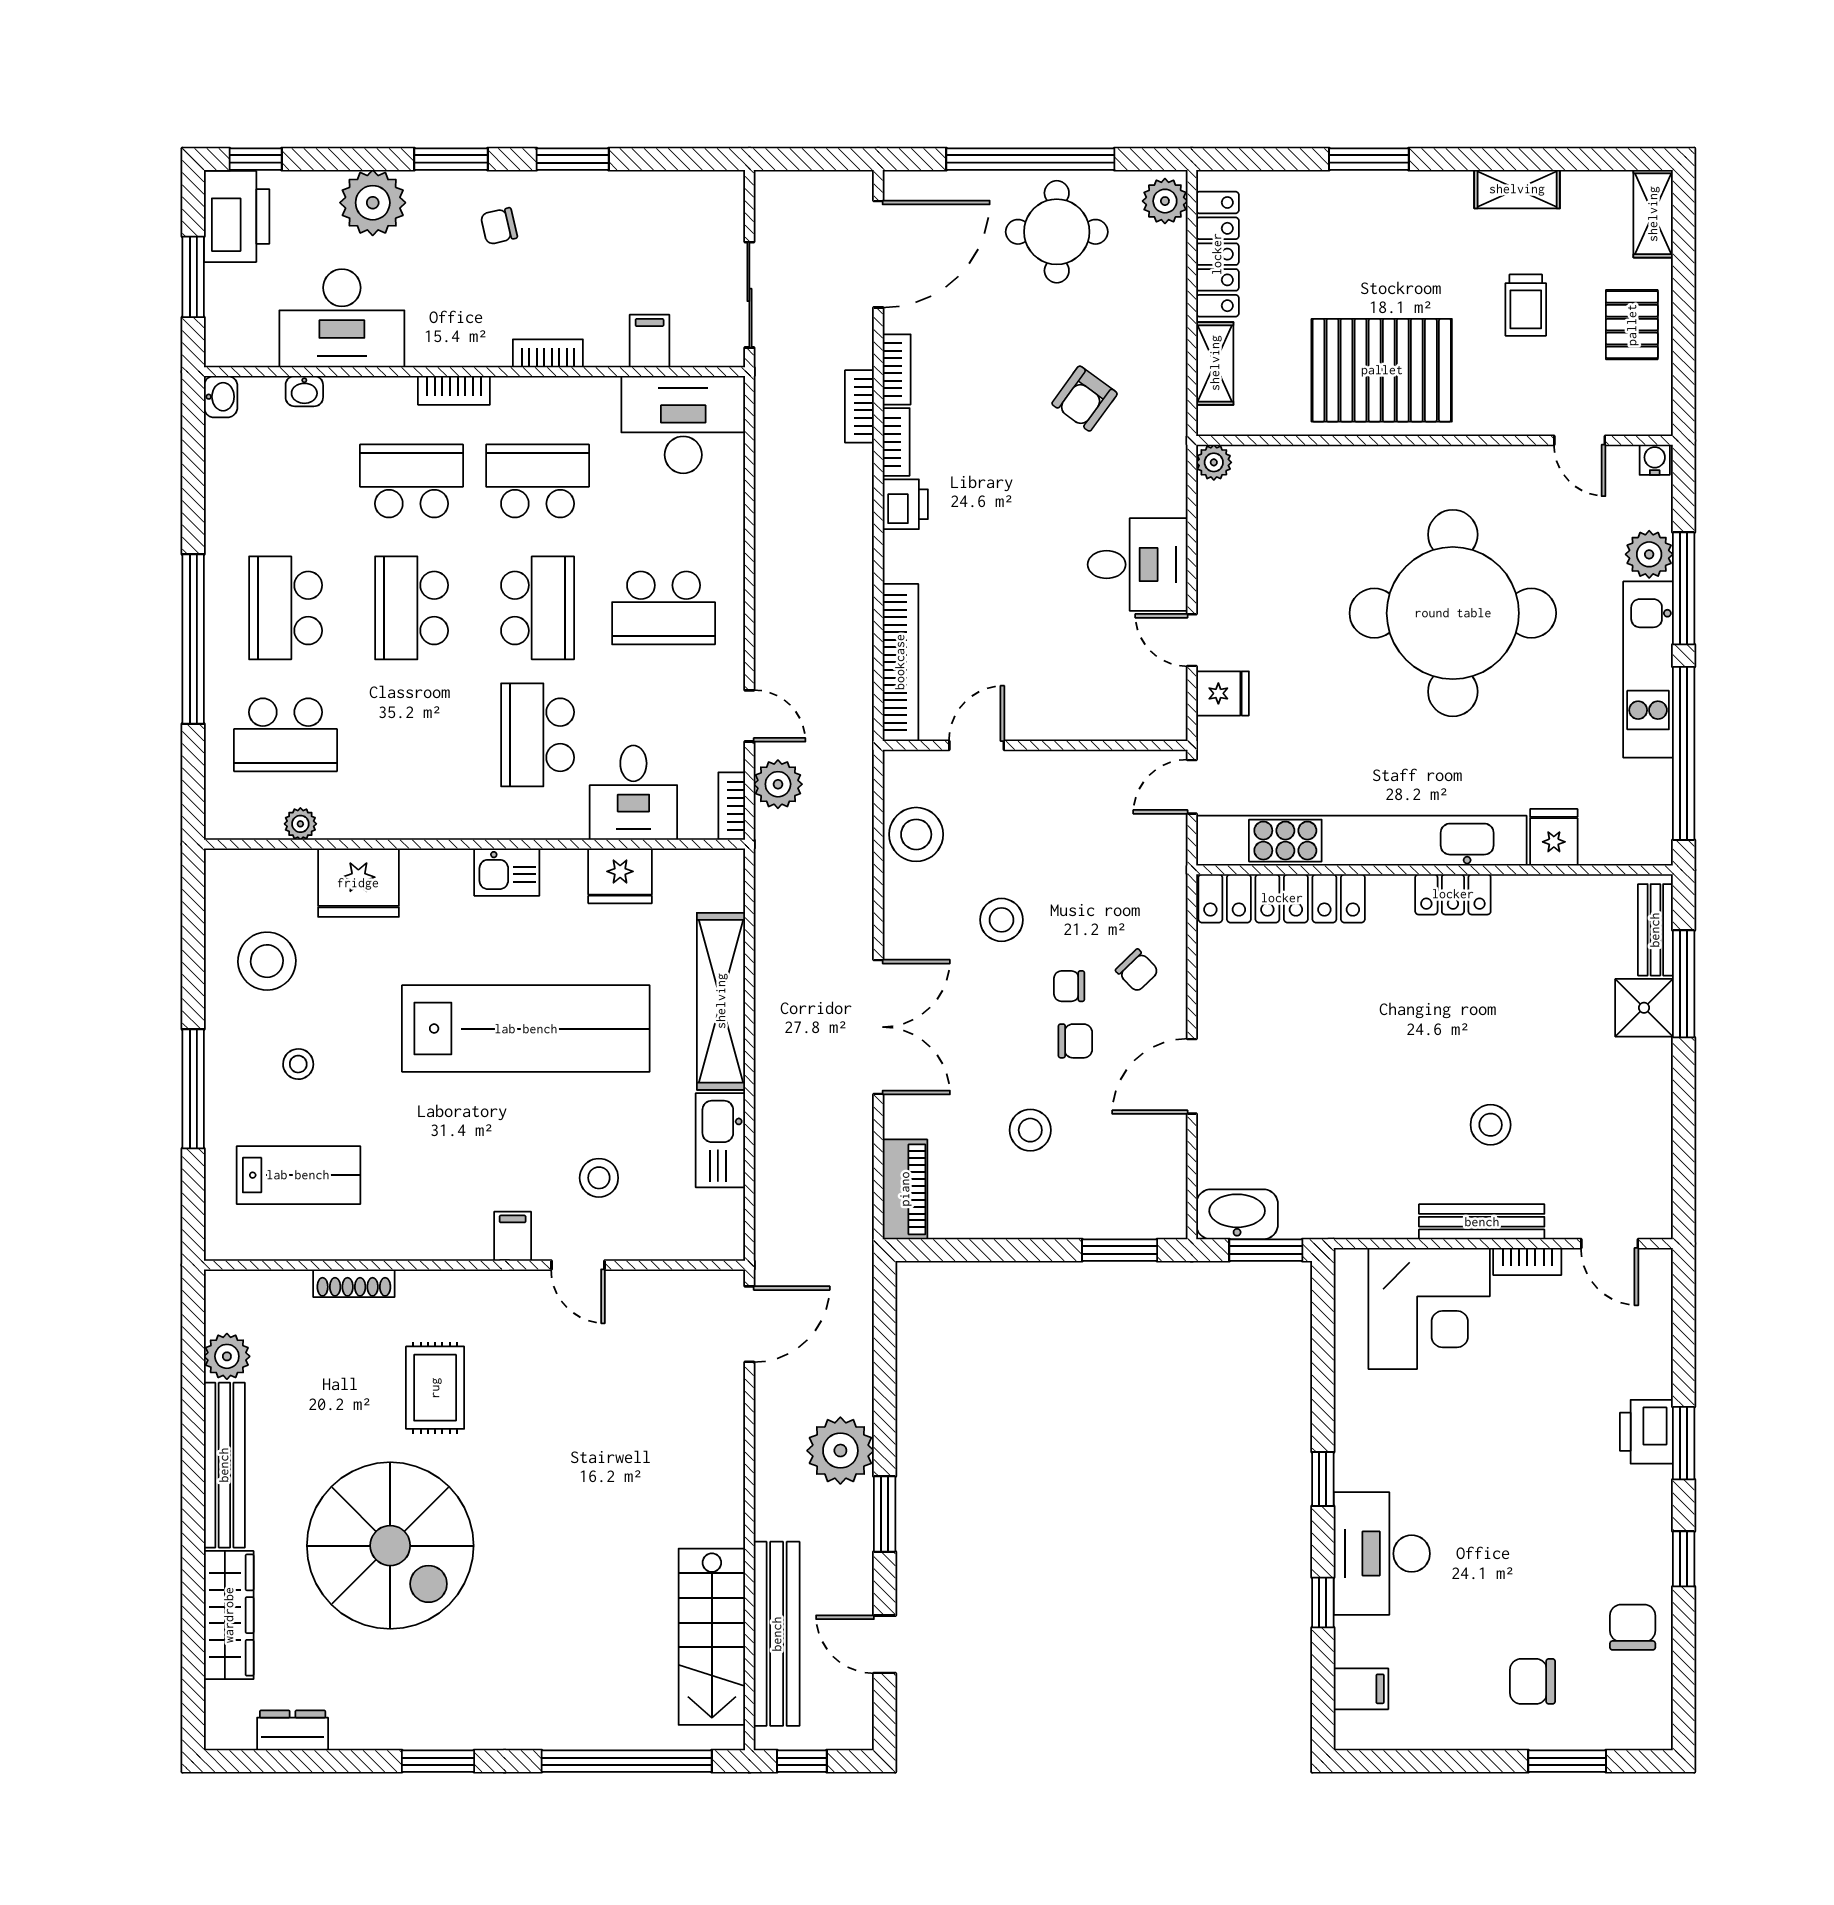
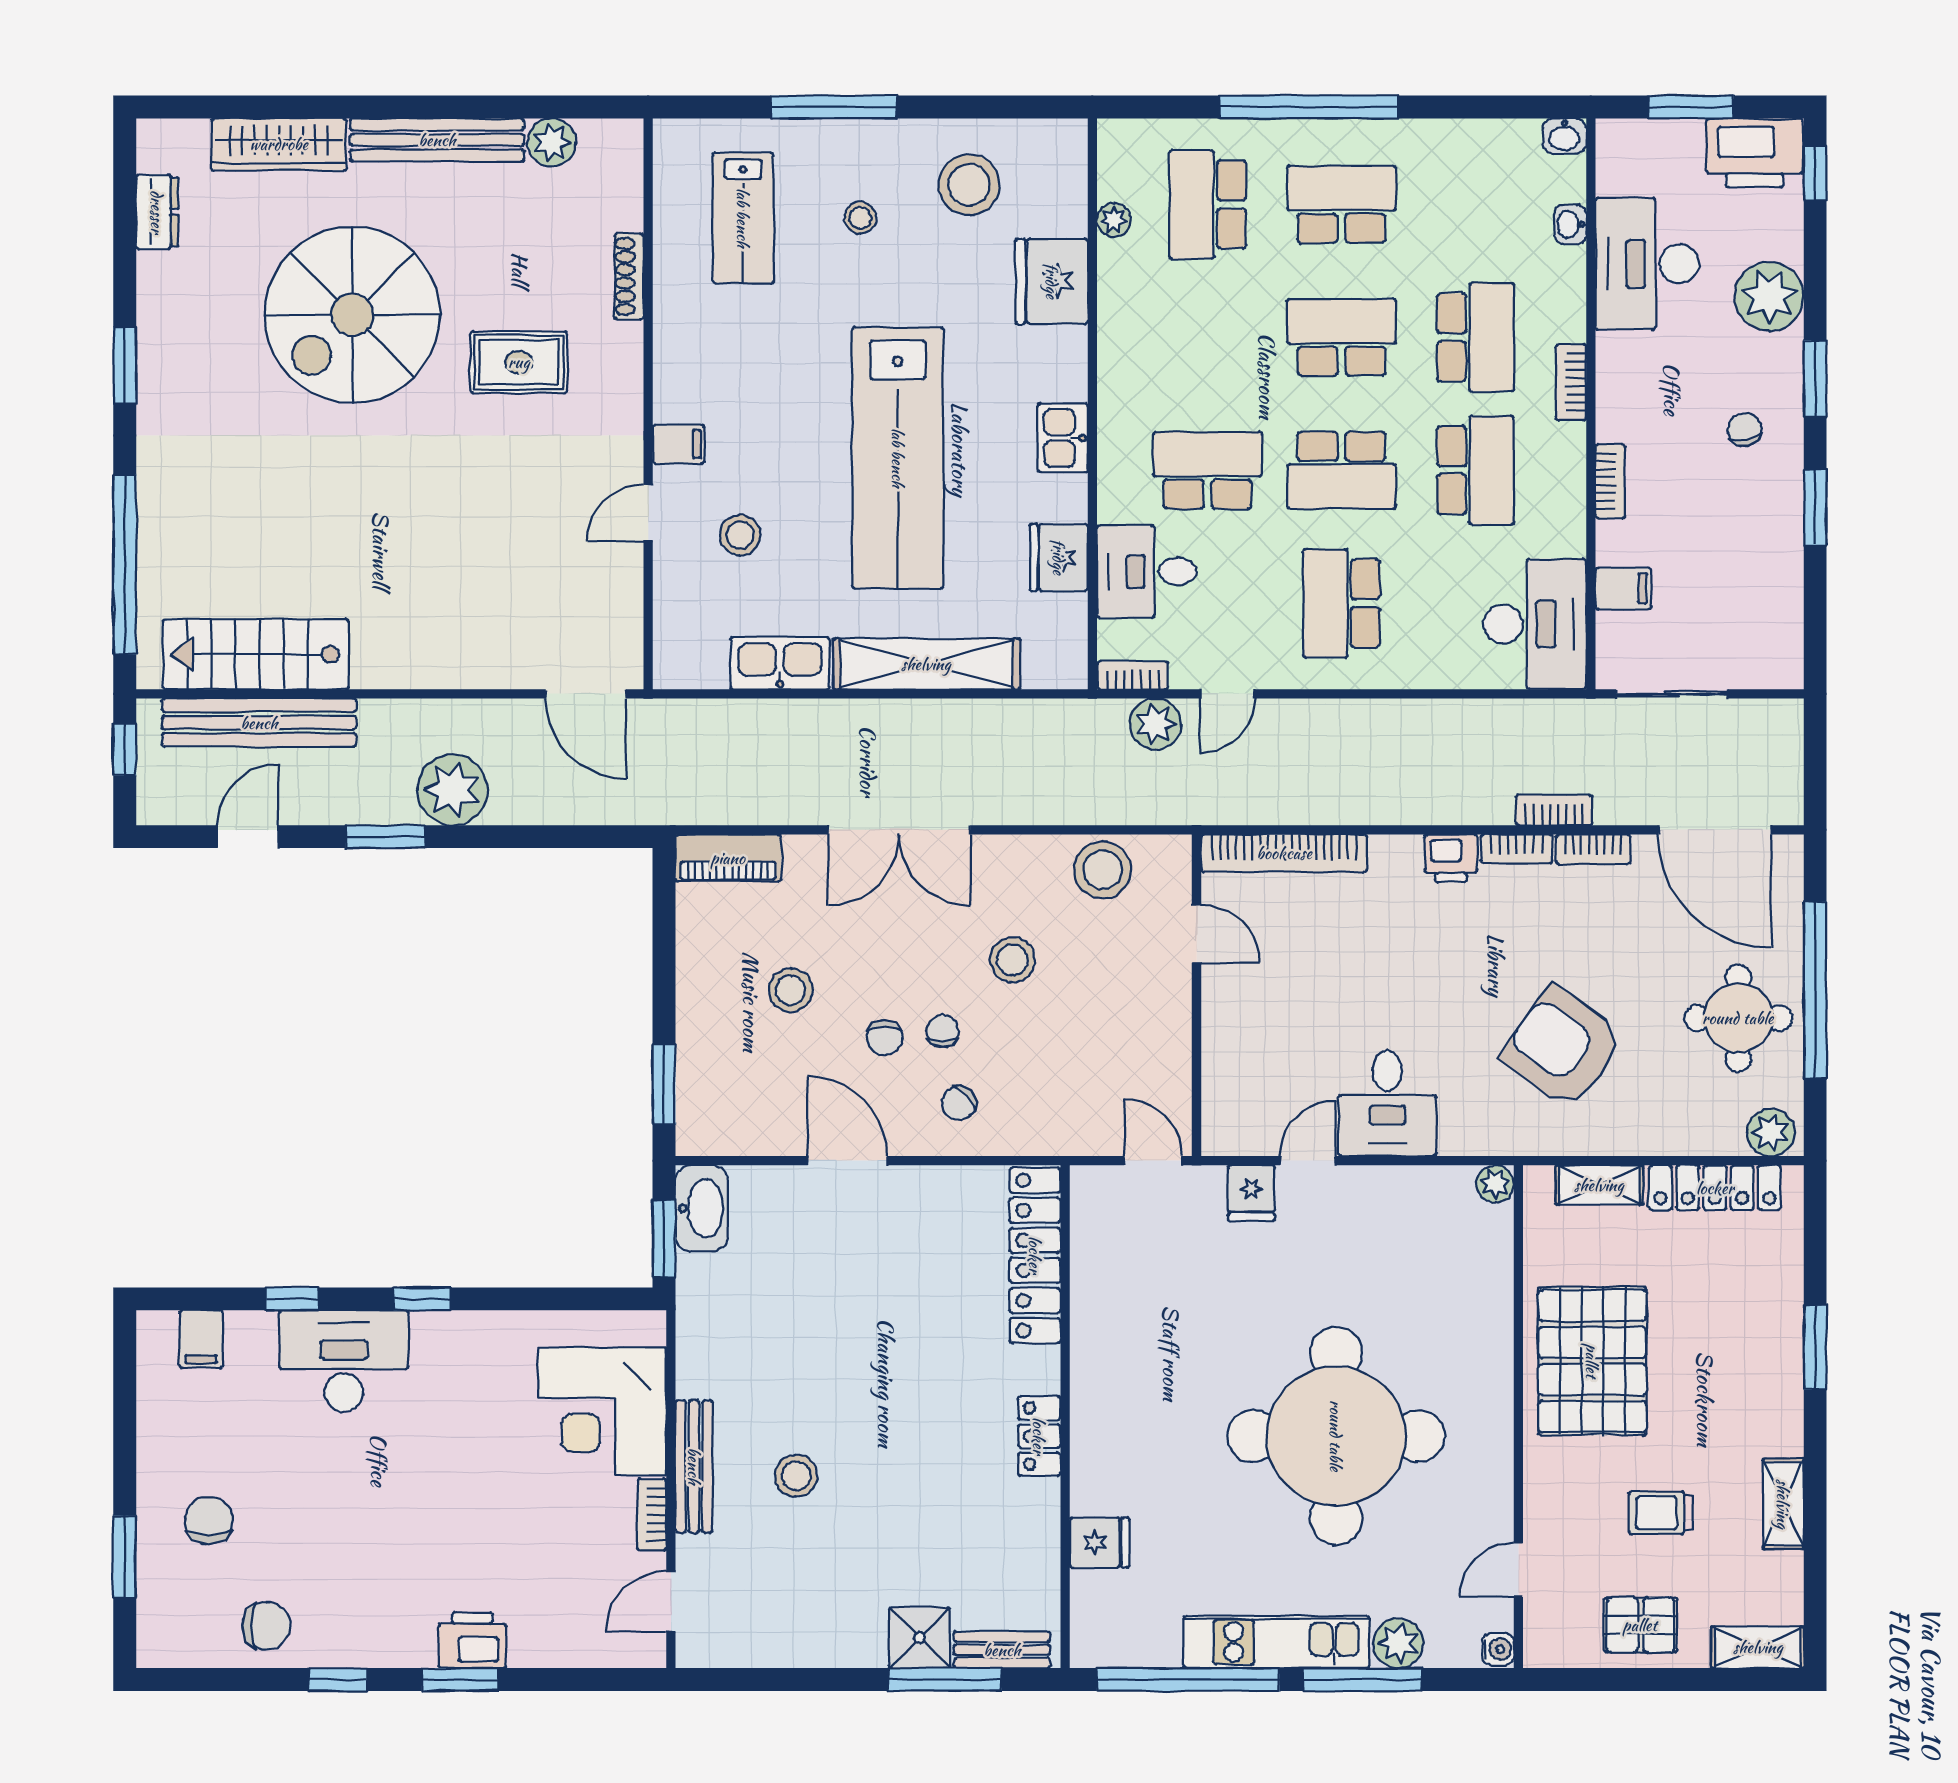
armchair: (1085, 399) -> (1562, 1047), width x1.88, depth x1.88
kitchen unit: (1361, 841) -> (1096, 1340), removed

